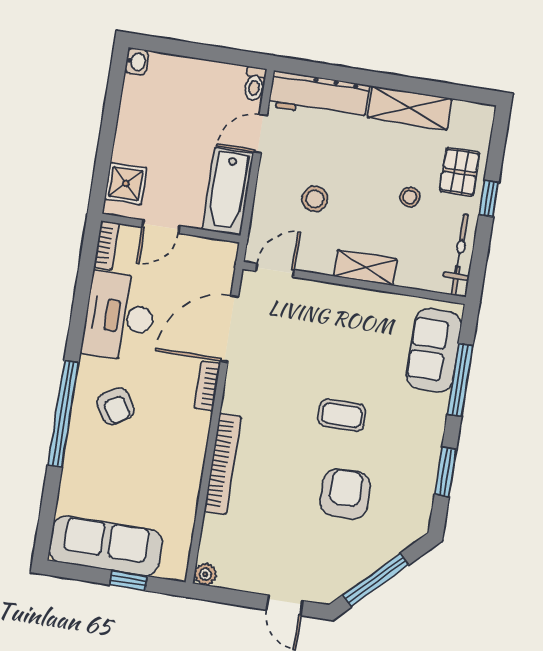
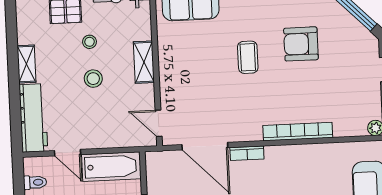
toilet: (255, 84) -> (35, 182), moved
shelving: (410, 108) -> (26, 64), width x0.67, depth x0.75
stool: (315, 199) -> (93, 79), moved

